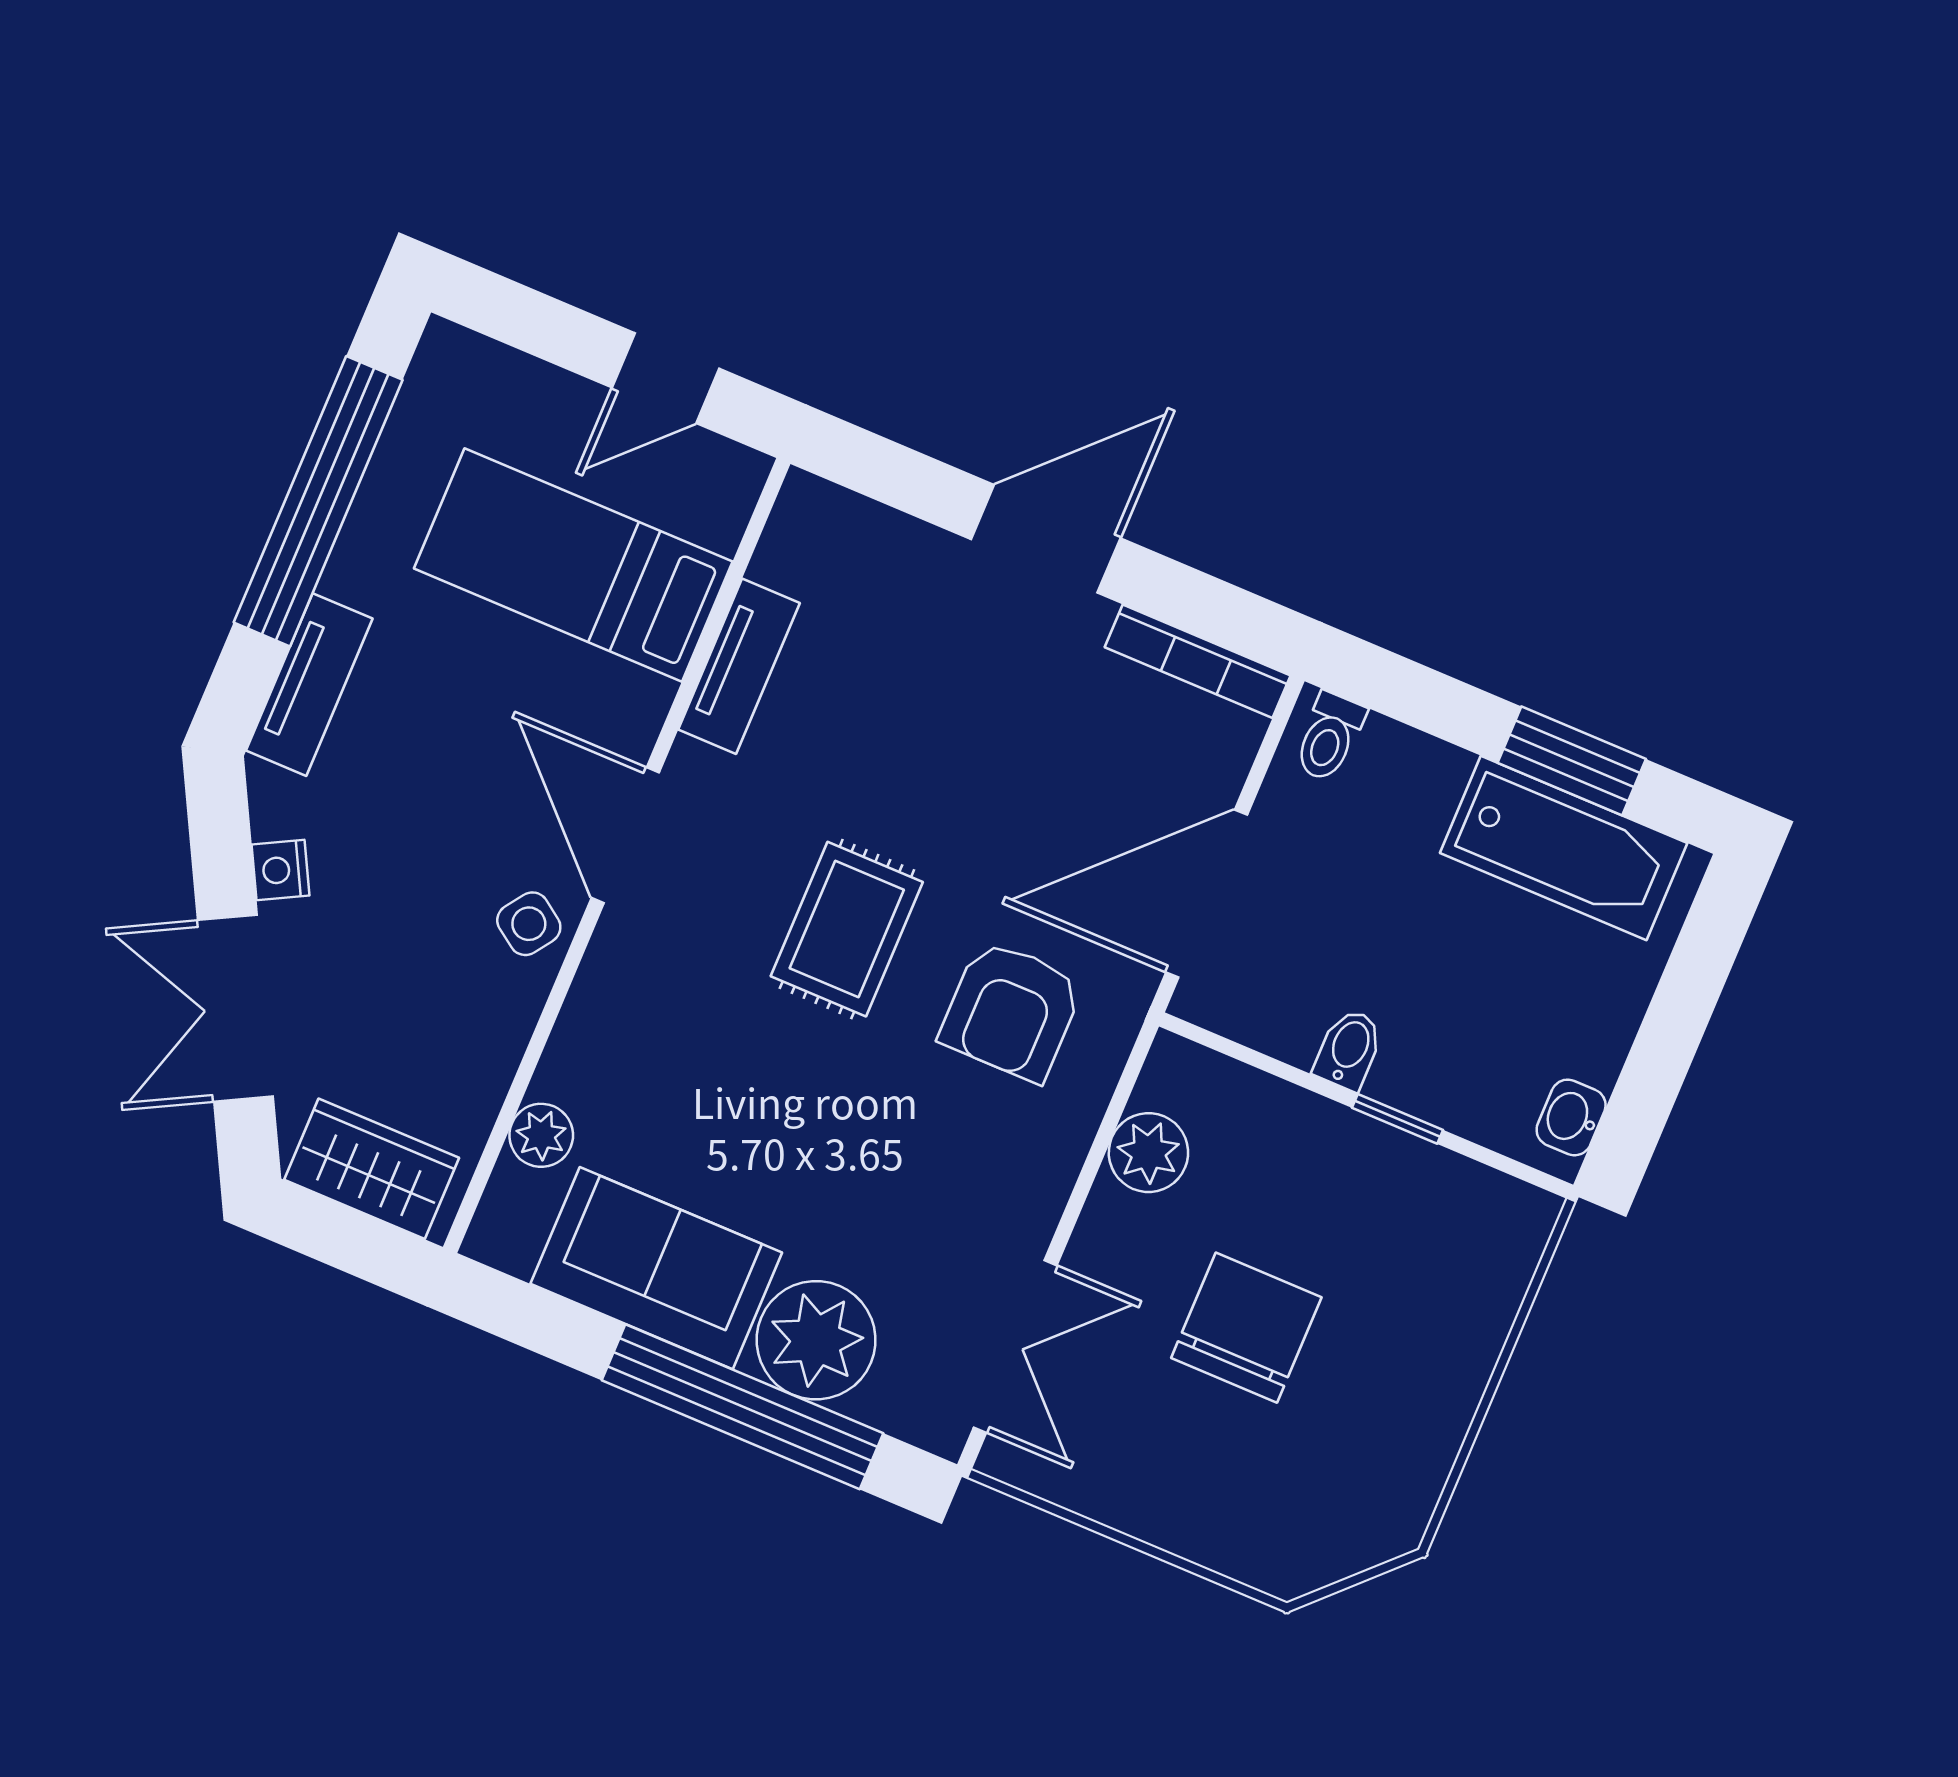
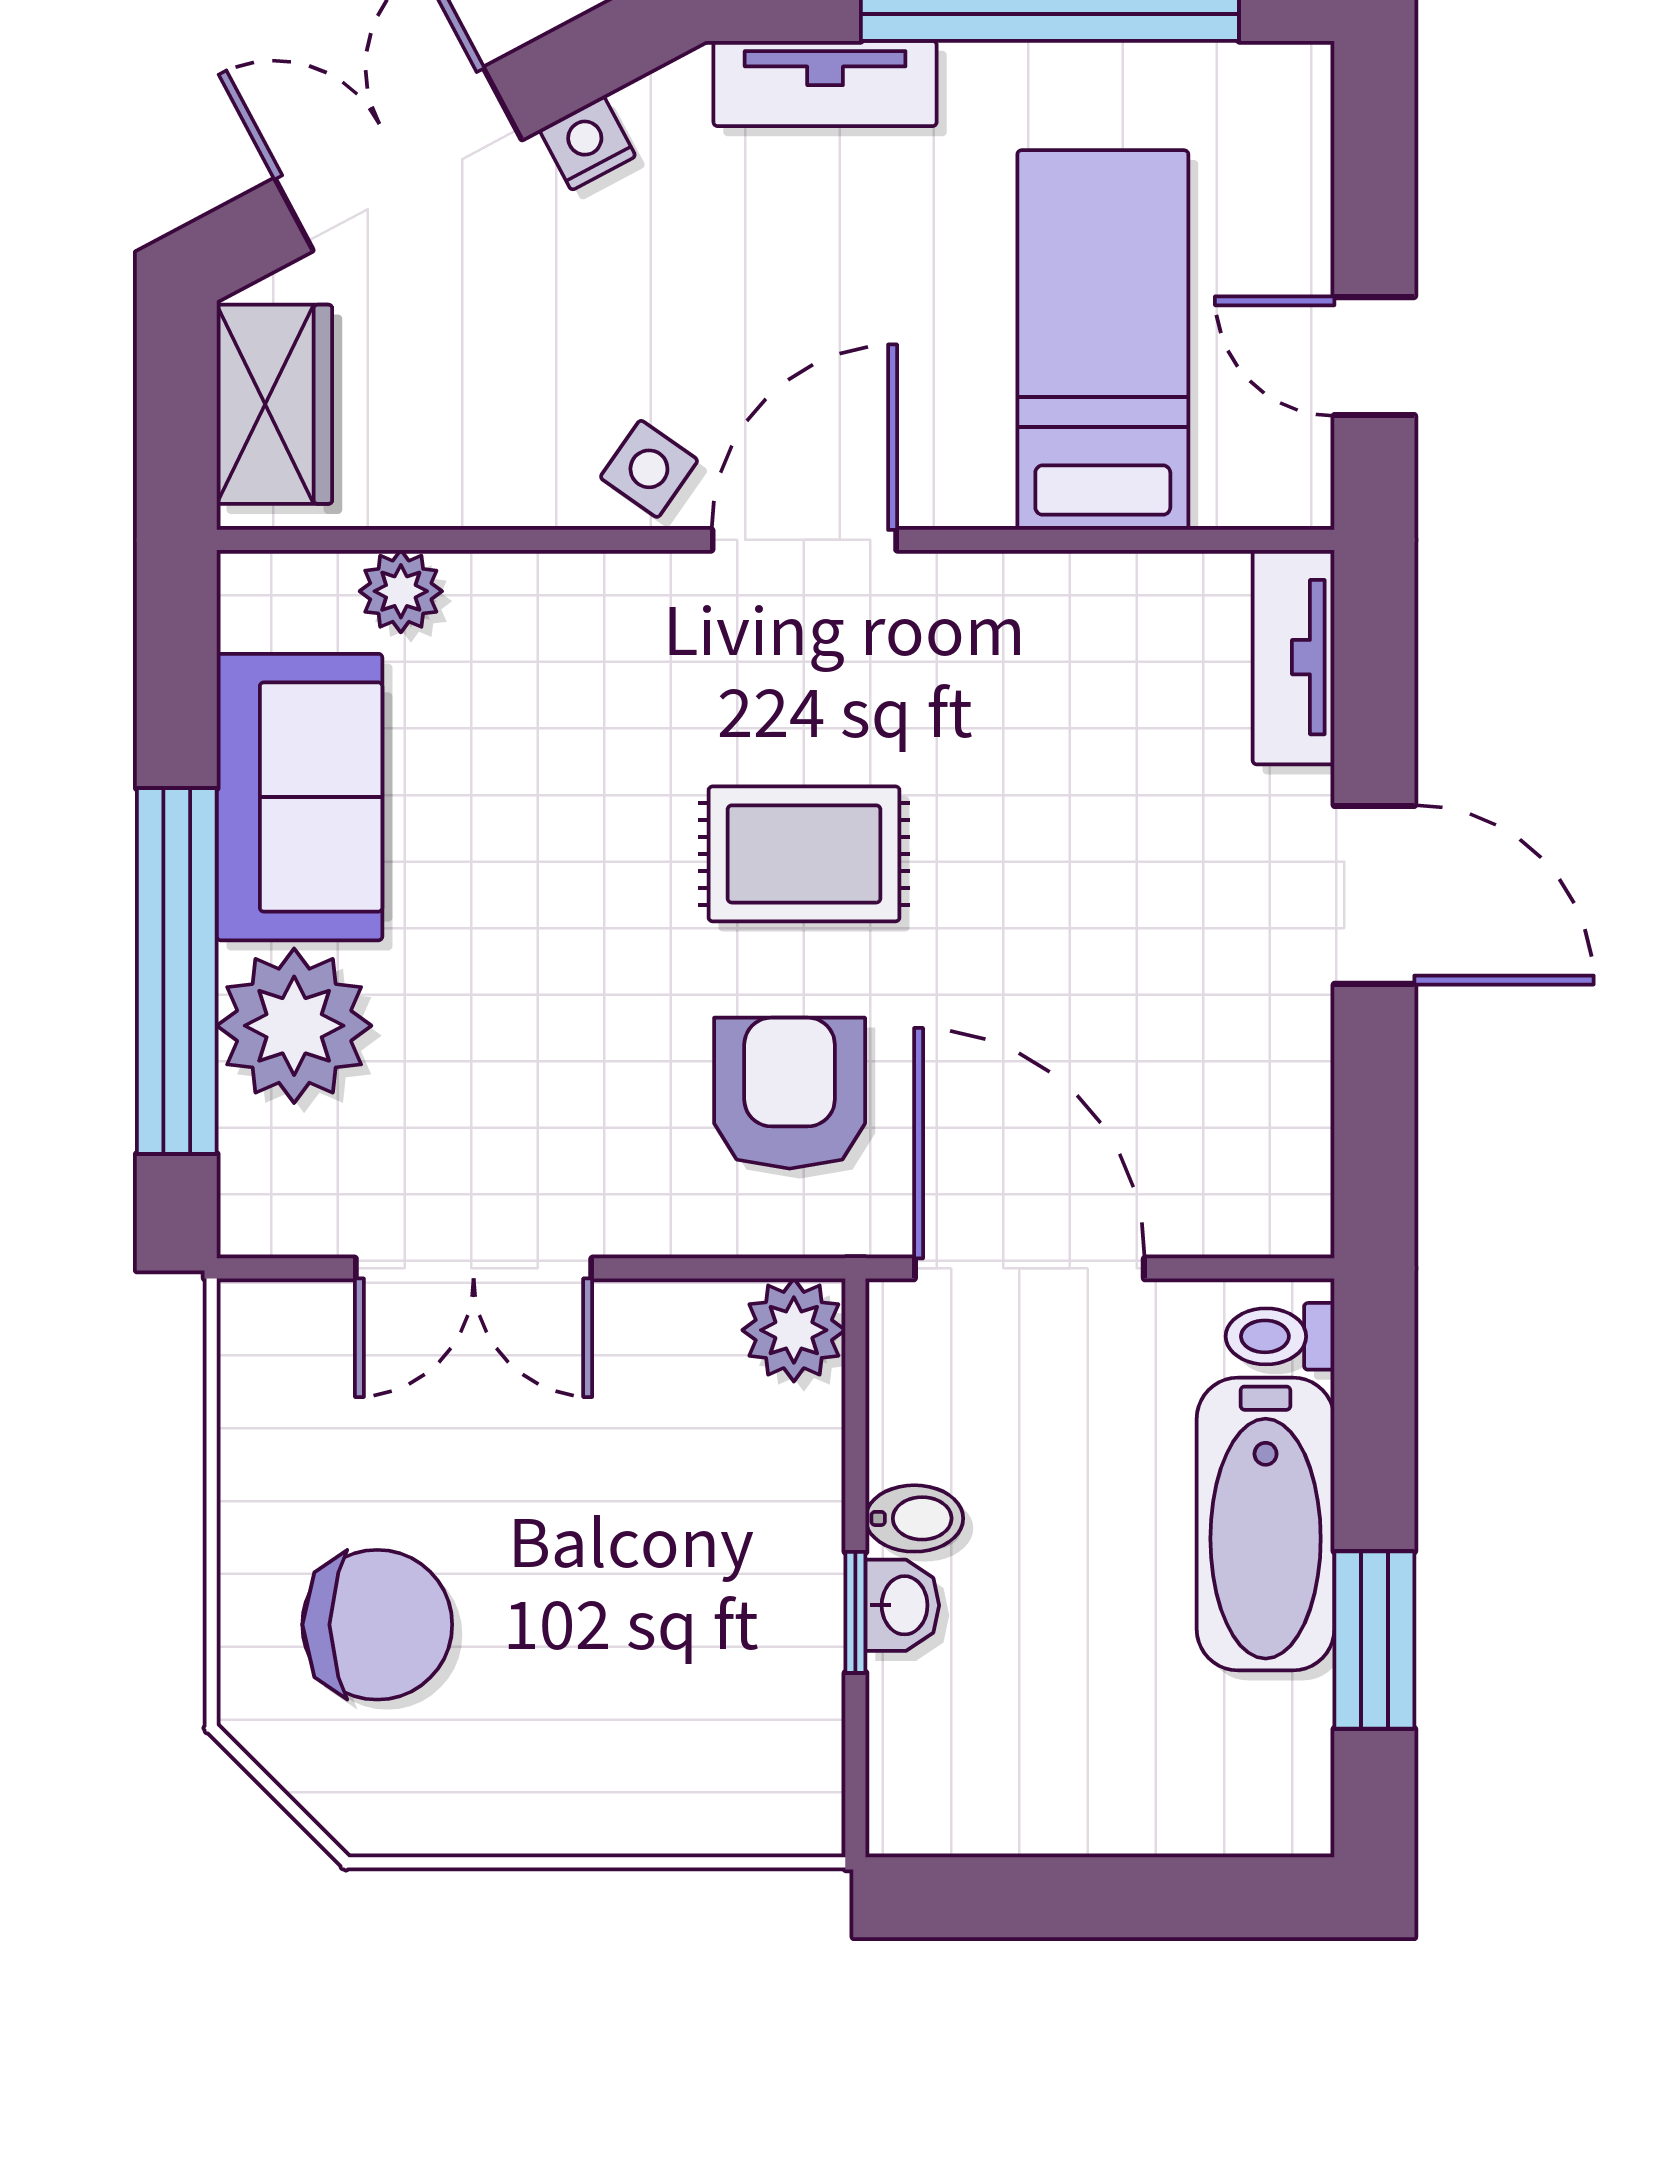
bookcase: (1198, 661) -> (1304, 1140), removed
tv unit: (739, 666) -> (1294, 657), moved, turned 90
bathtub: (1564, 848) -> (1266, 1524), moved
armchair: (1011, 1011) -> (790, 1093), turned 90
washbasin: (1571, 1117) -> (902, 1605), moved, turned 90
plant: (1148, 1153) -> (794, 1330), moved
chair: (1246, 1328) -> (377, 1625), moved
double door: (1015, 1346) -> (474, 1268), moved

